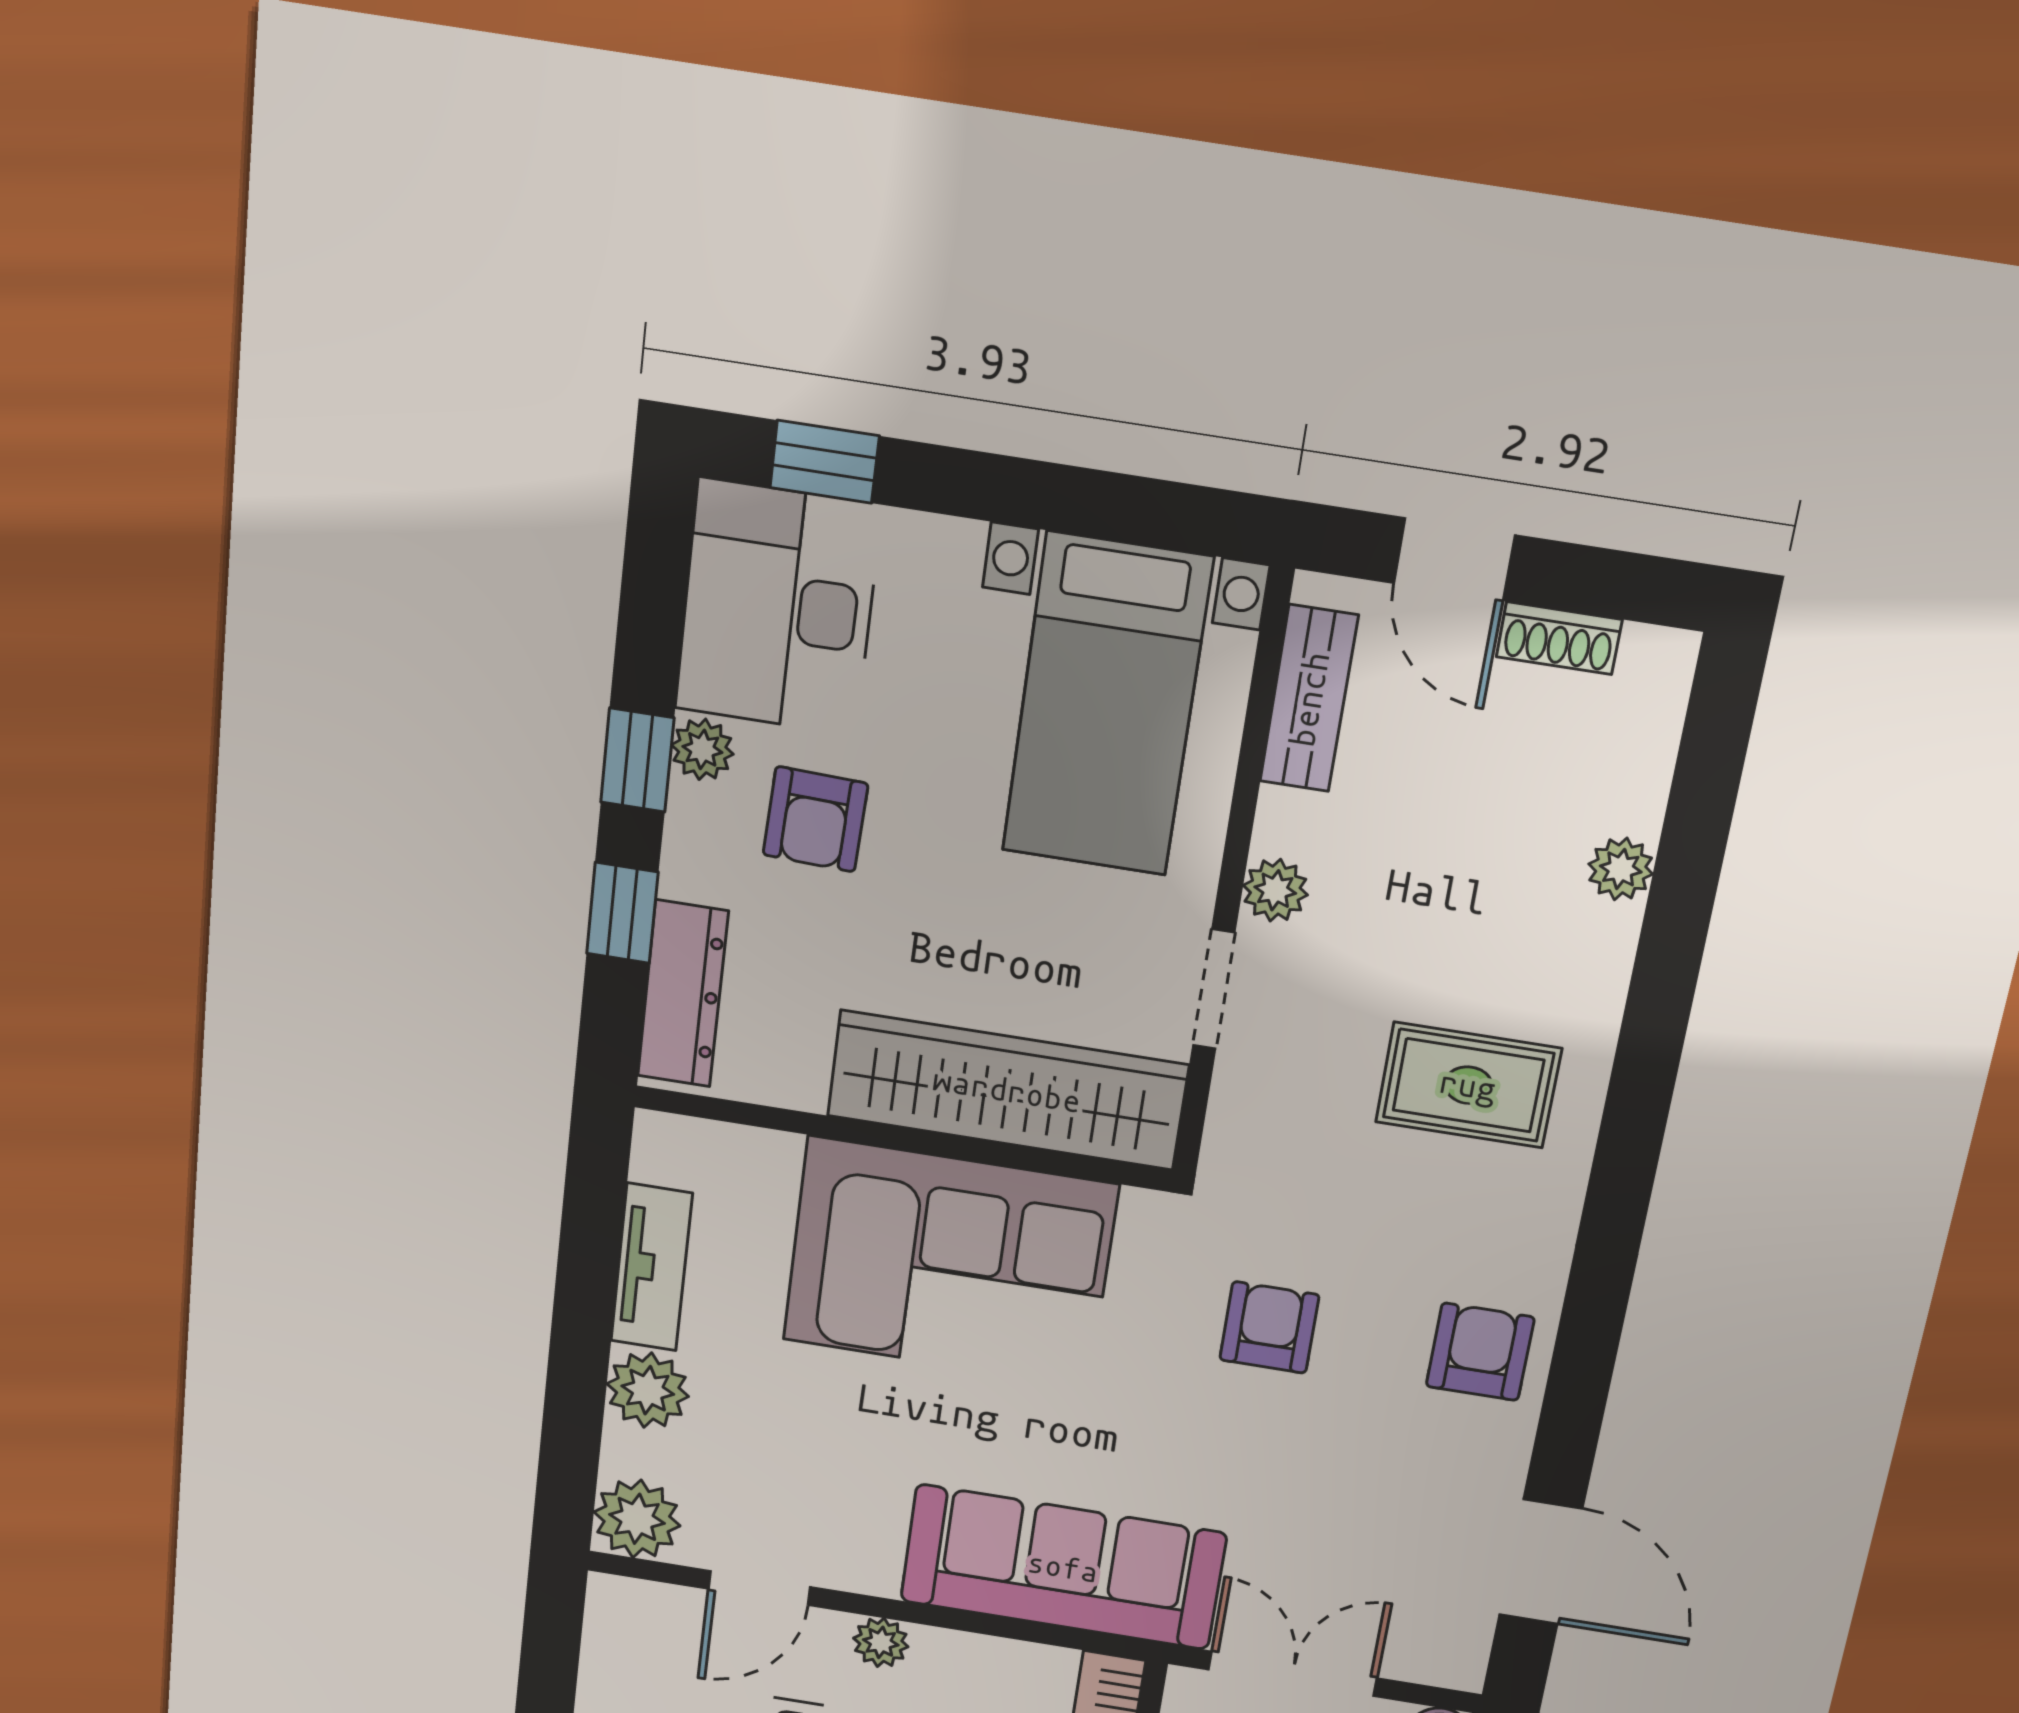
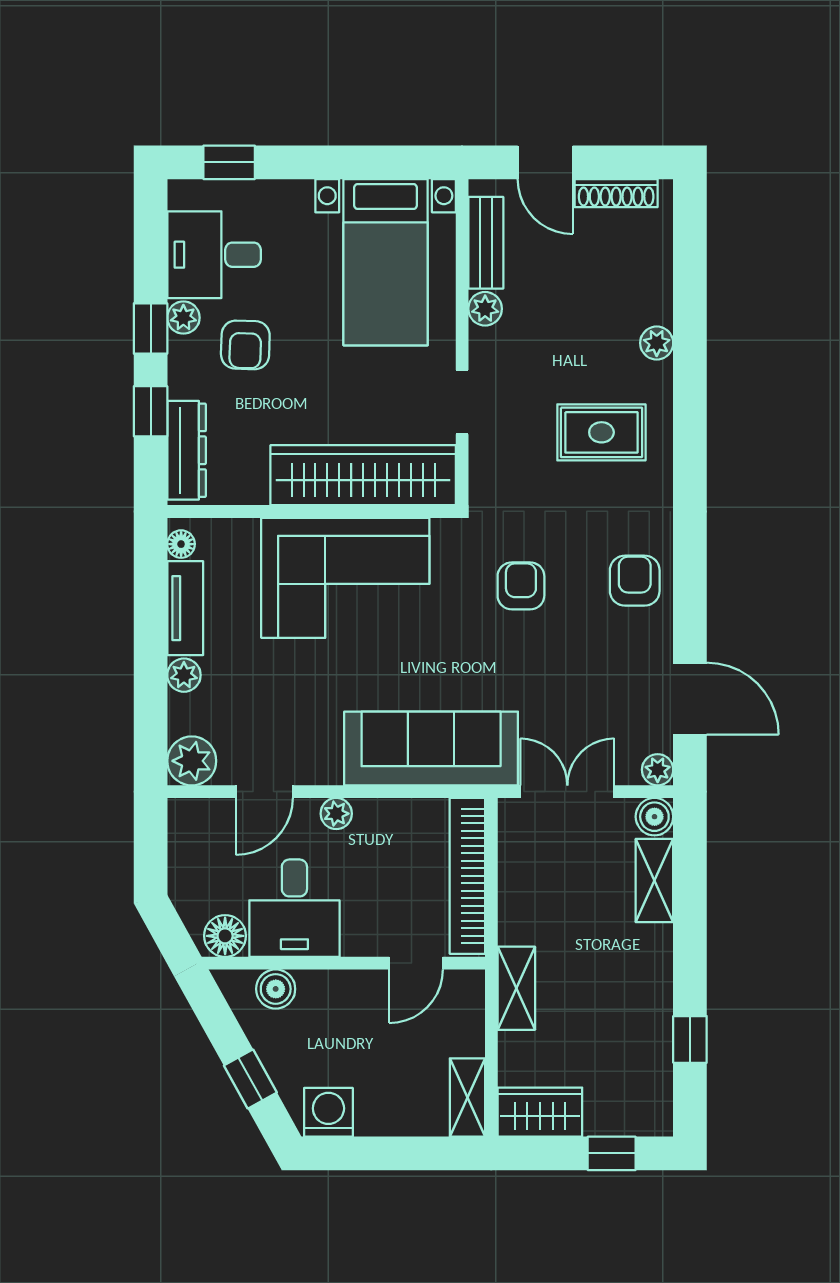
desk: (778, 608) -> (214, 255), width x0.73
shoe rack: (1559, 638) -> (616, 193), width x1.43
plant: (1621, 869) -> (657, 343), moved
plant: (1275, 890) -> (485, 309), moved
floor lamp: (655, 1157) -> (181, 544), added
plant: (648, 1390) -> (184, 675), width x0.73, depth x0.73
plant: (1459, 1665) -> (658, 770), added

